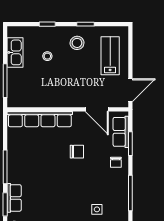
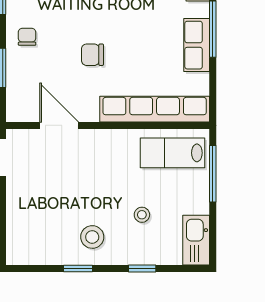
kitchen sink: (15, 52) -> (196, 240), moved
lab bench: (110, 56) -> (172, 153), moved, turned 90
row of seats: (121, 132) -> (197, 45), moved, turned 180

